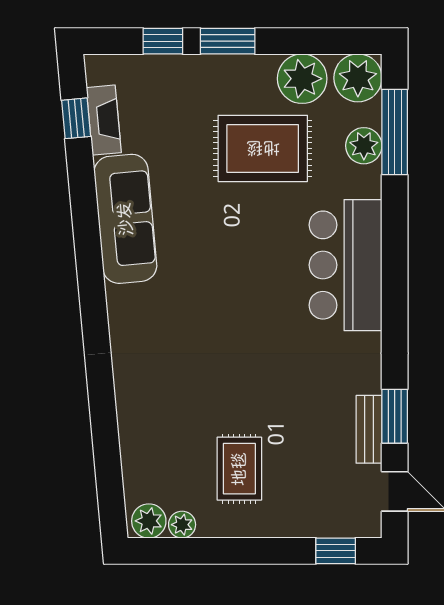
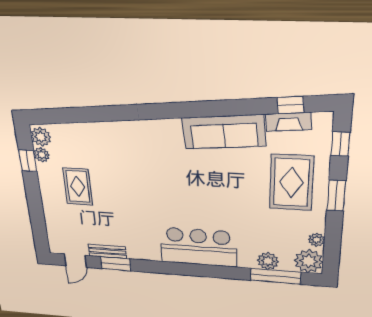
window: (163, 41) -> (340, 144), moved
plant: (302, 79) -> (317, 240), width x0.53, depth x0.53
rug: (263, 148) -> (291, 183), moved
rug: (239, 469) -> (78, 187), turned 90
window: (336, 551) -> (28, 161), moved

